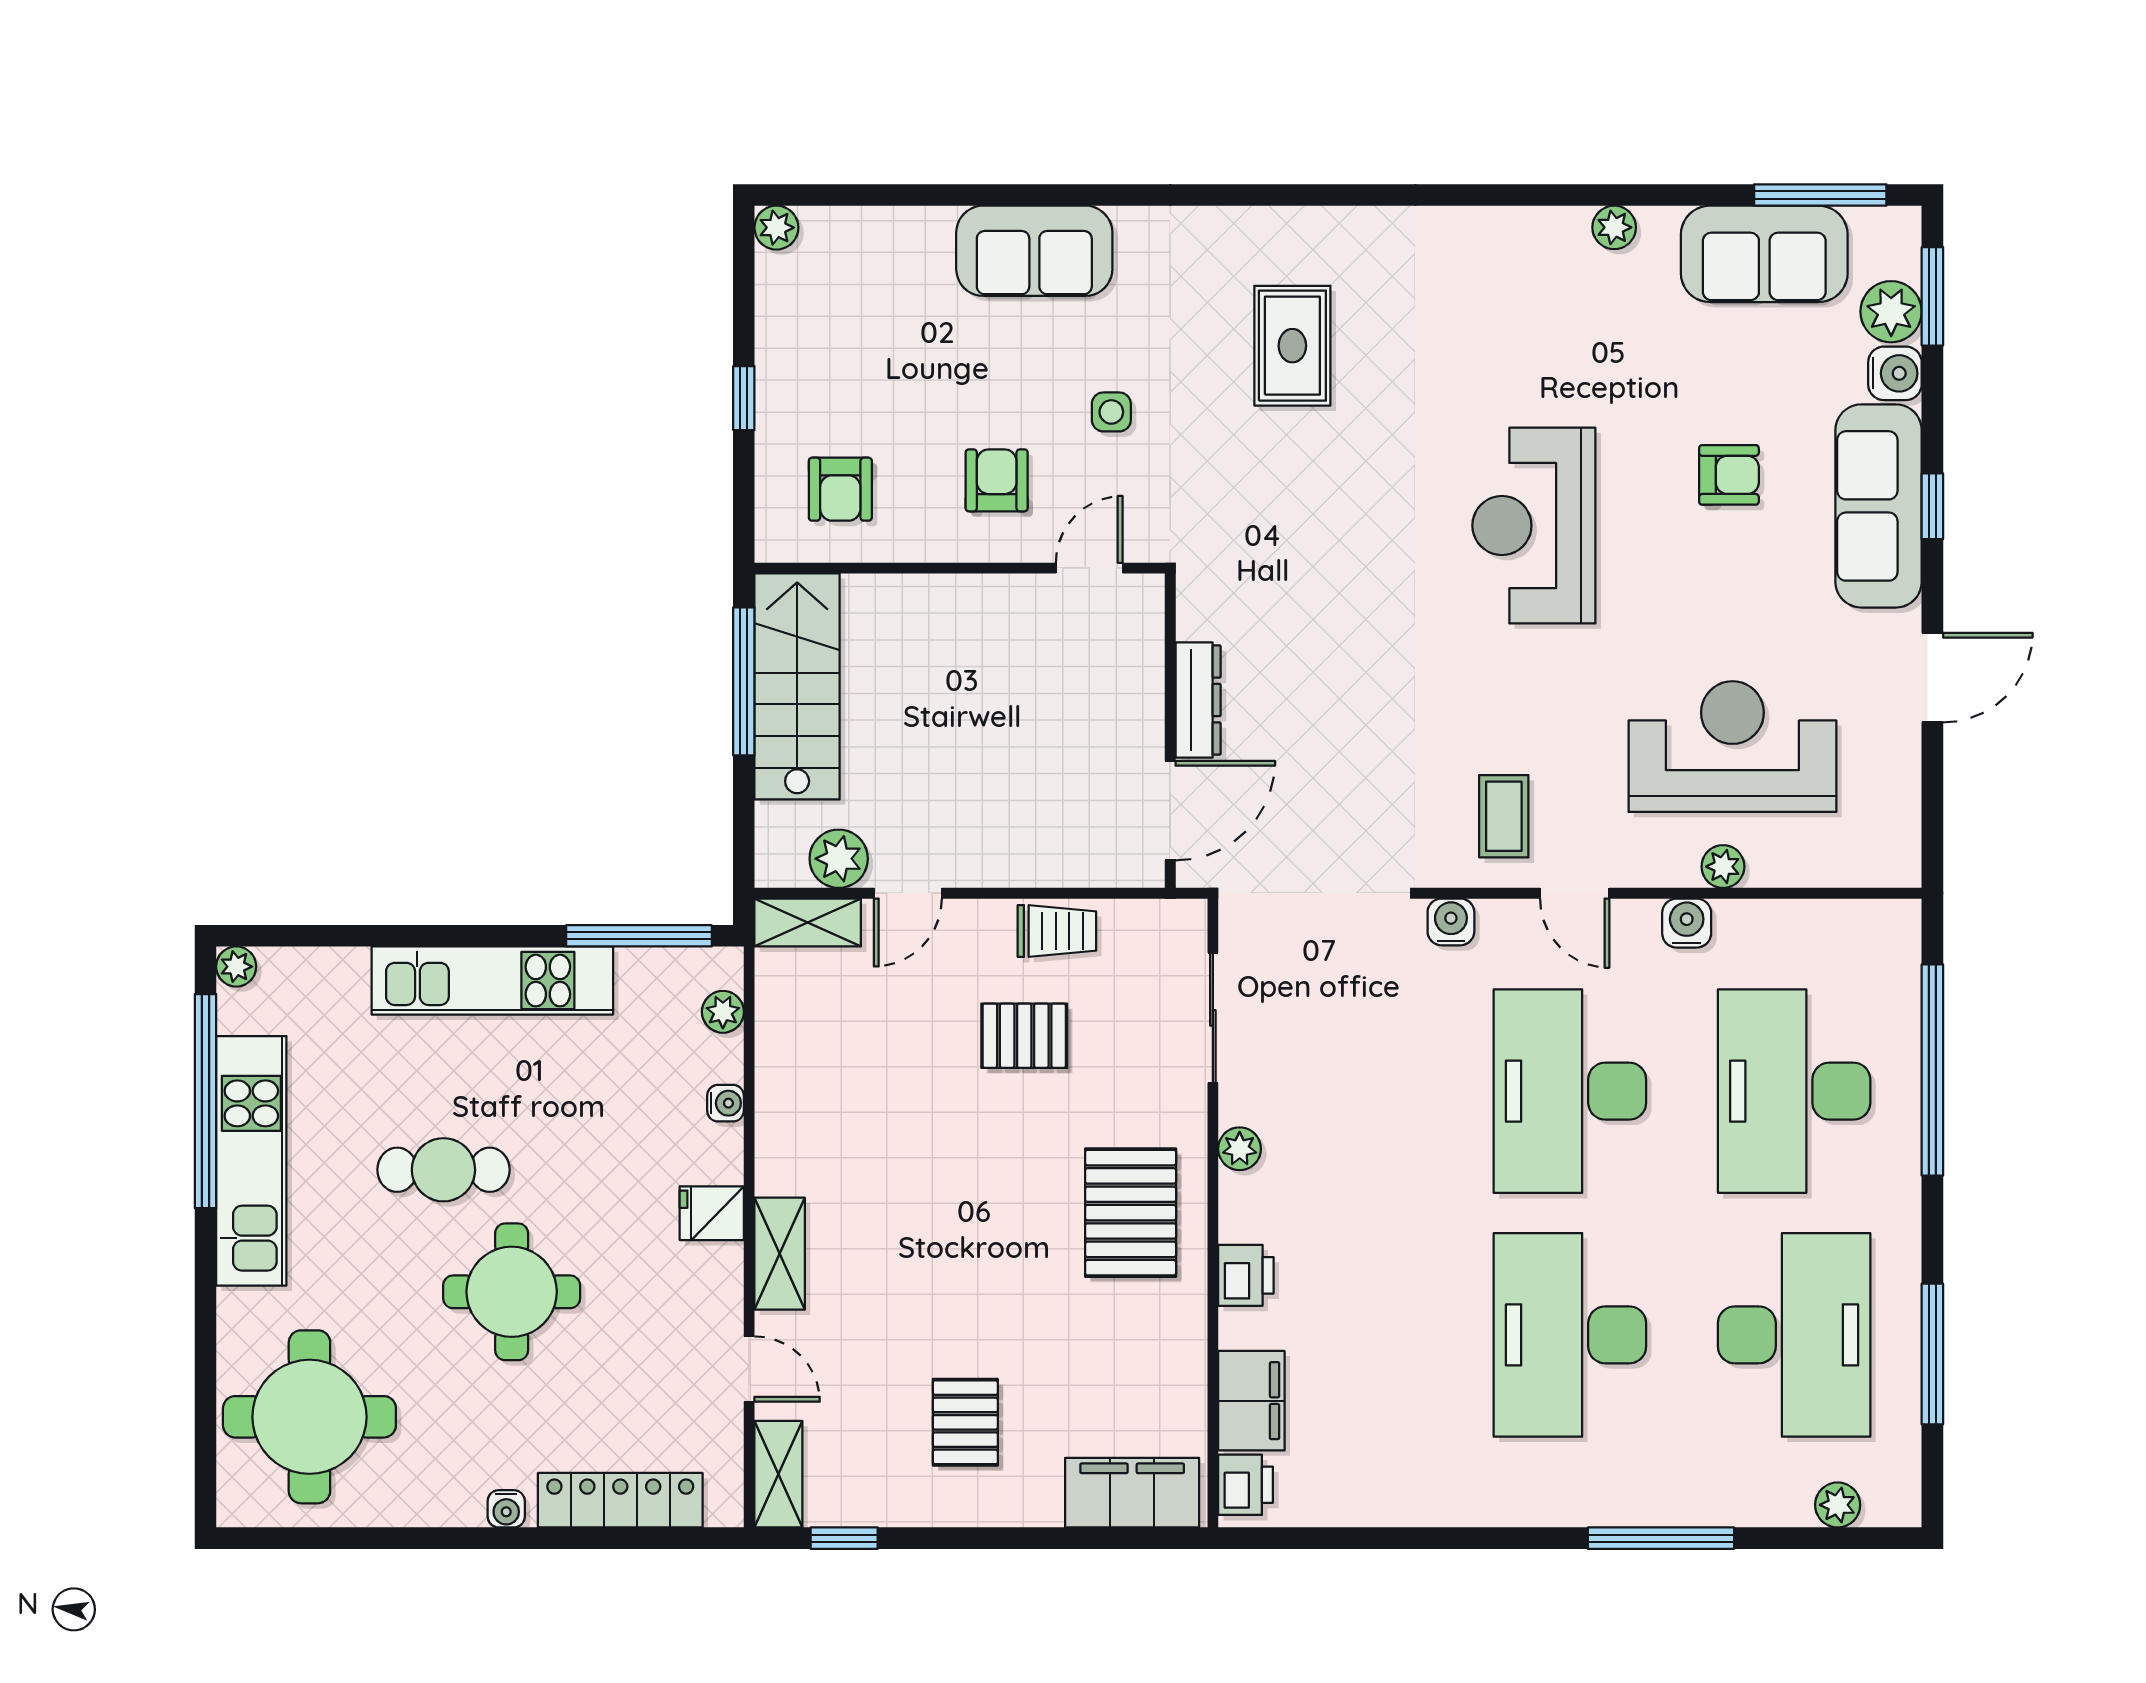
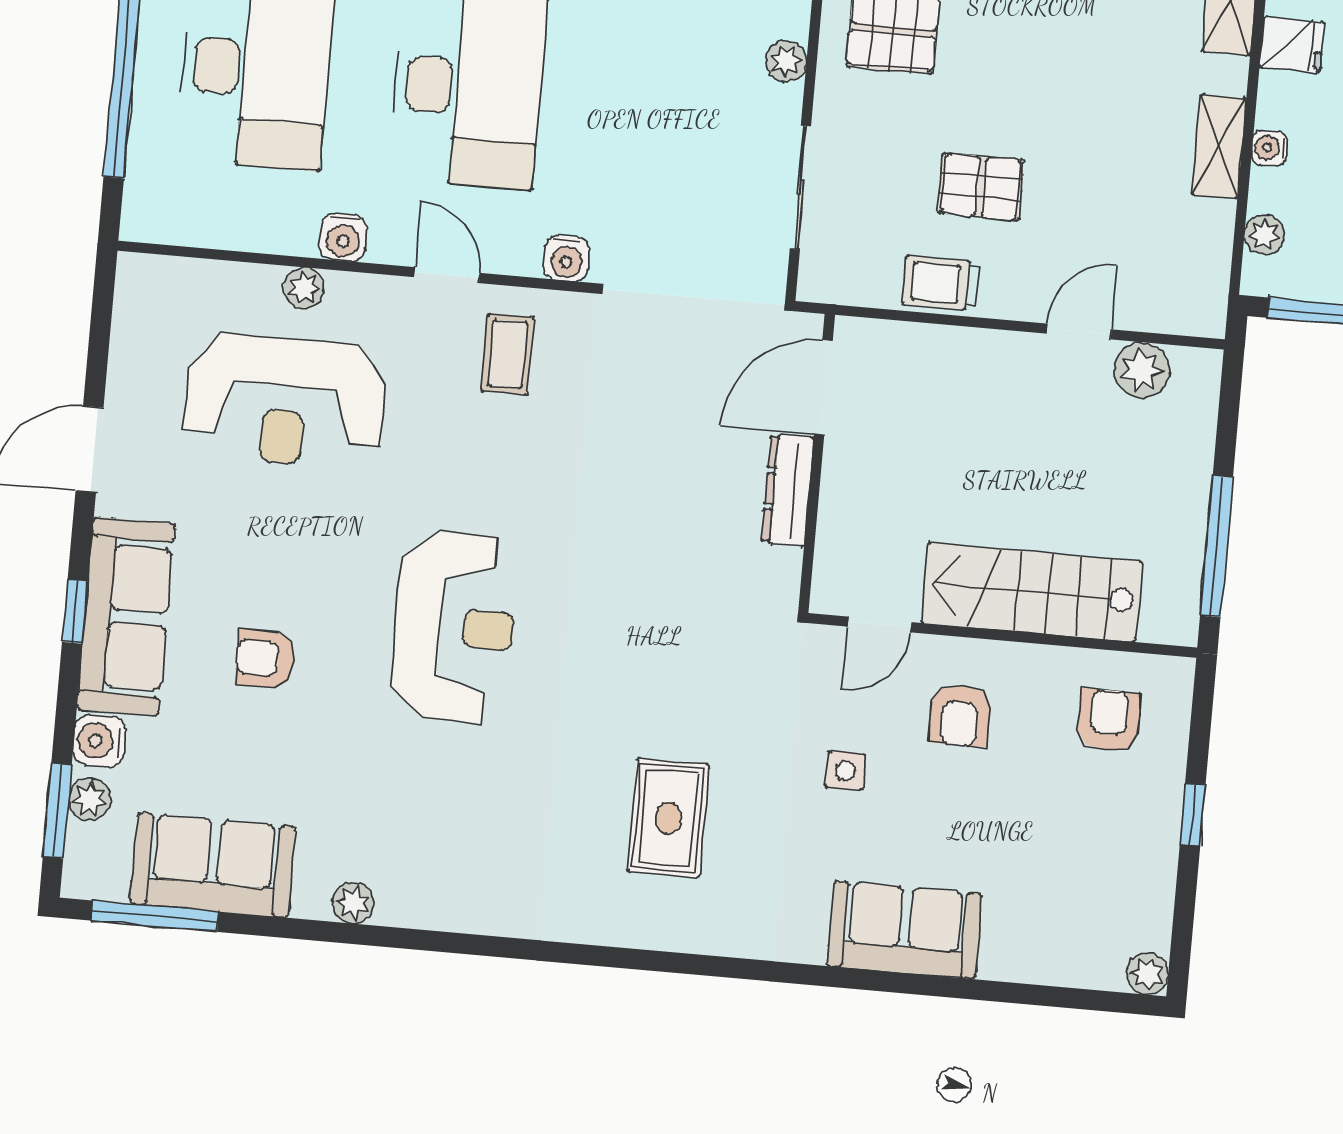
plant: (1891, 312) -> (90, 799), width x0.73, depth x0.73
stairs: (797, 686) -> (1032, 592), moved, turned 90
shelving: (808, 922) -> (1219, 147), moved, turned 90

